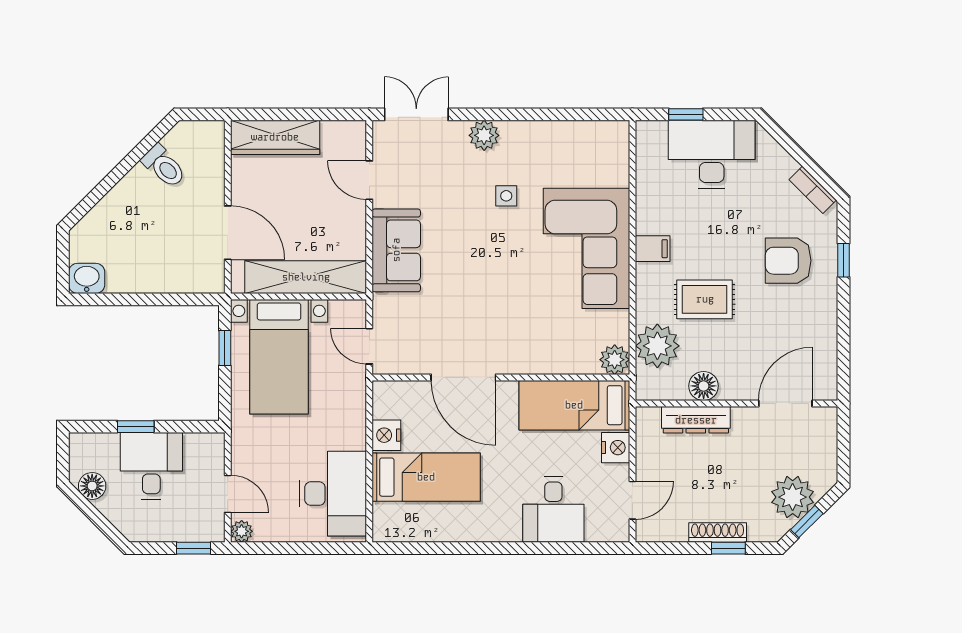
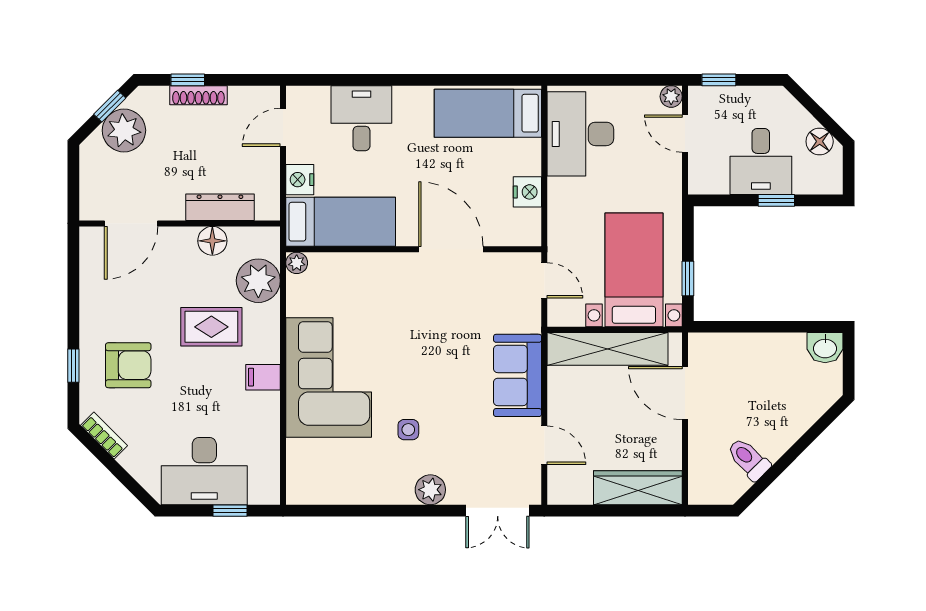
plant: (615, 360) -> (297, 263), width x0.73, depth x0.73
bed: (426, 477) -> (488, 113), moved

